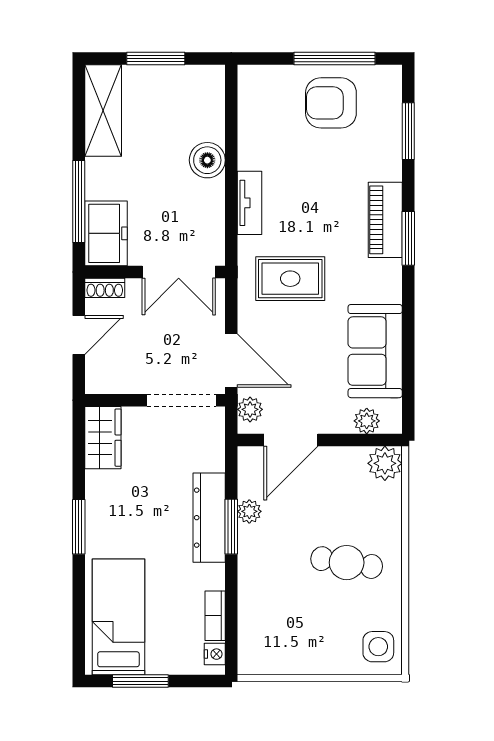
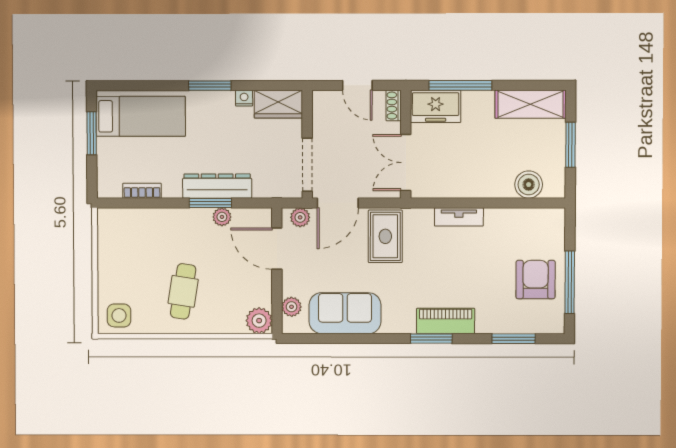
boiler: (207, 160) -> (529, 185), moved
rug: (290, 279) -> (385, 236), moved
nightstand: (215, 654) -> (244, 98), moved, turned 180

